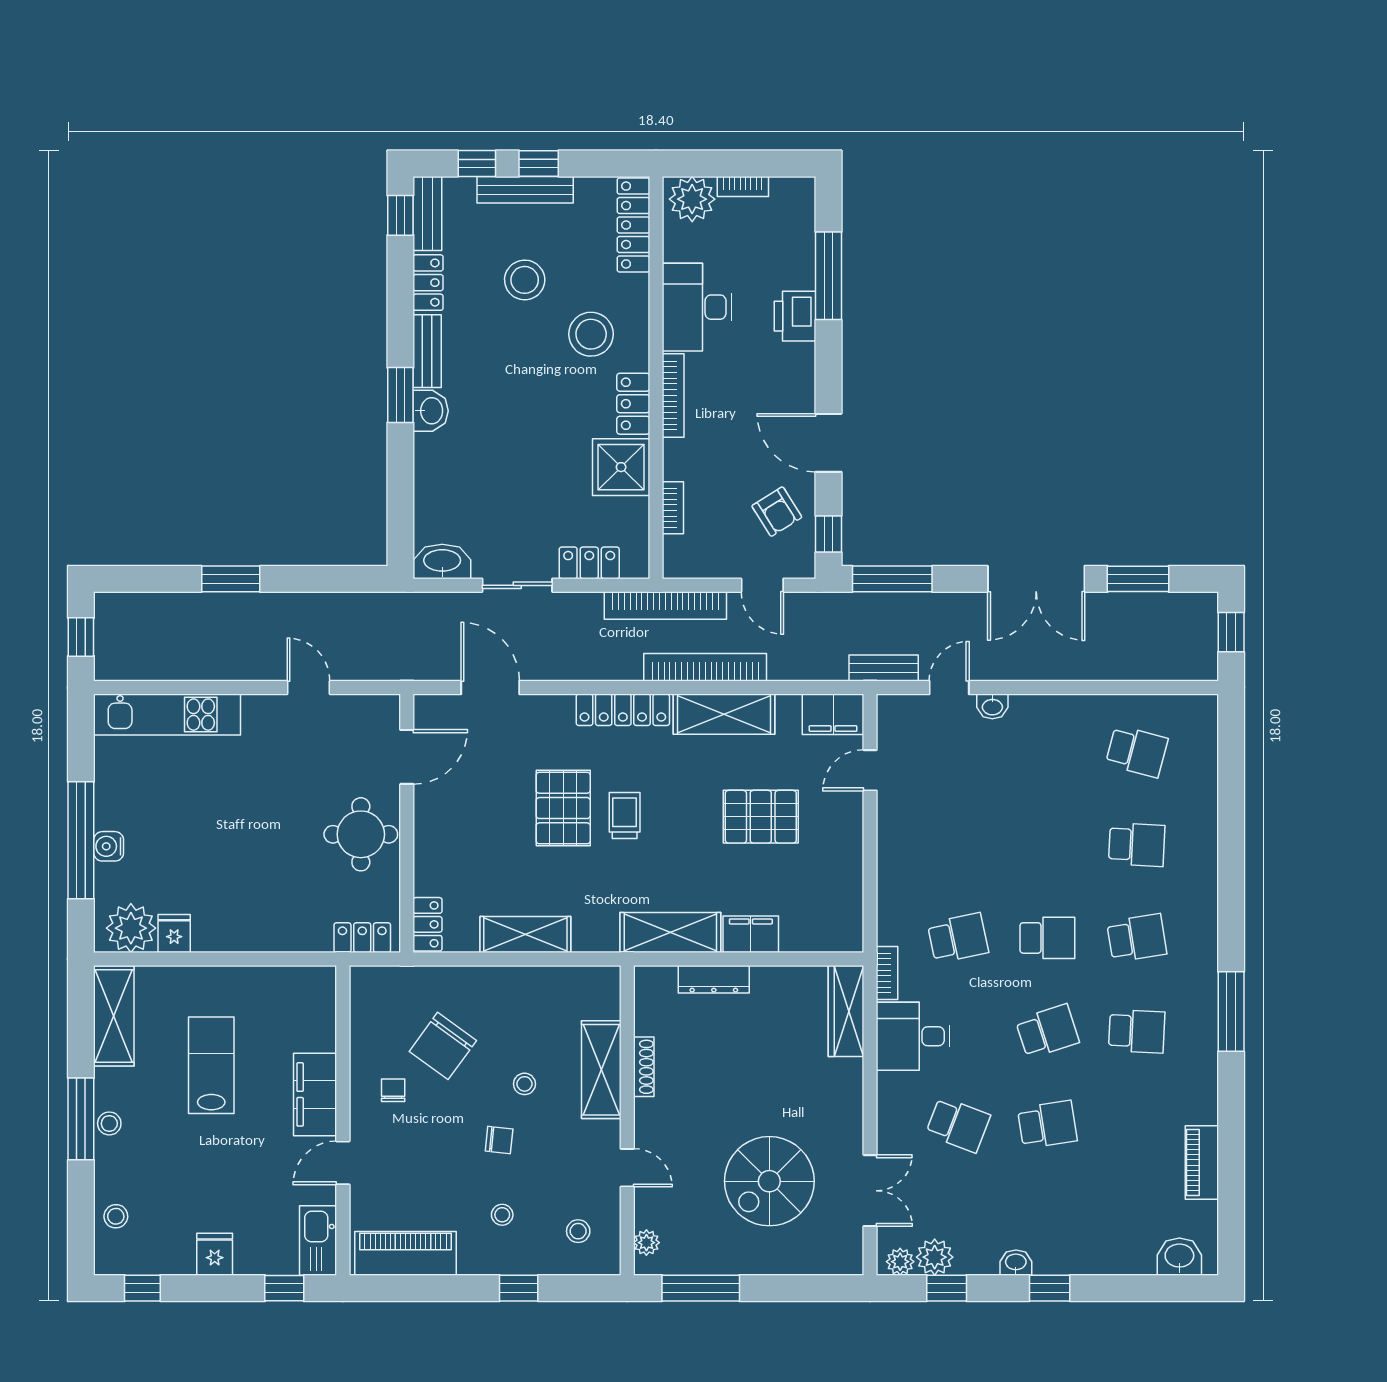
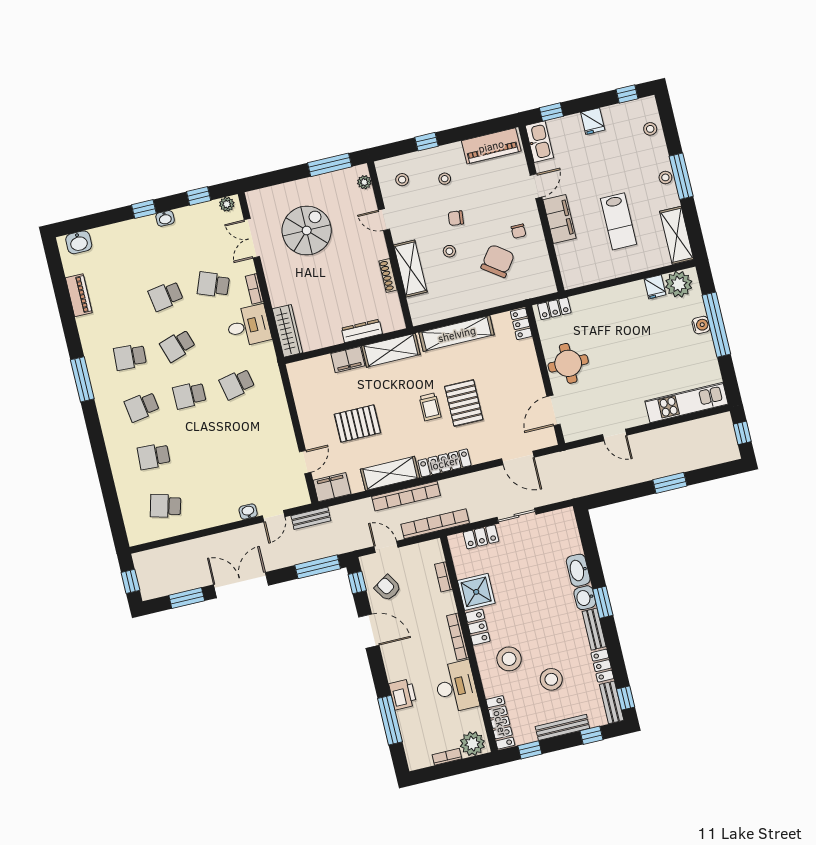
window: (539, 164) -> (530, 750), moved
washbasin: (442, 561) -> (578, 570), moved, turned 90
shelving: (525, 935) -> (457, 334), width x1.47
bookcase: (887, 973) -> (254, 289), moved
plant: (935, 1257) -> (209, 211), removed

